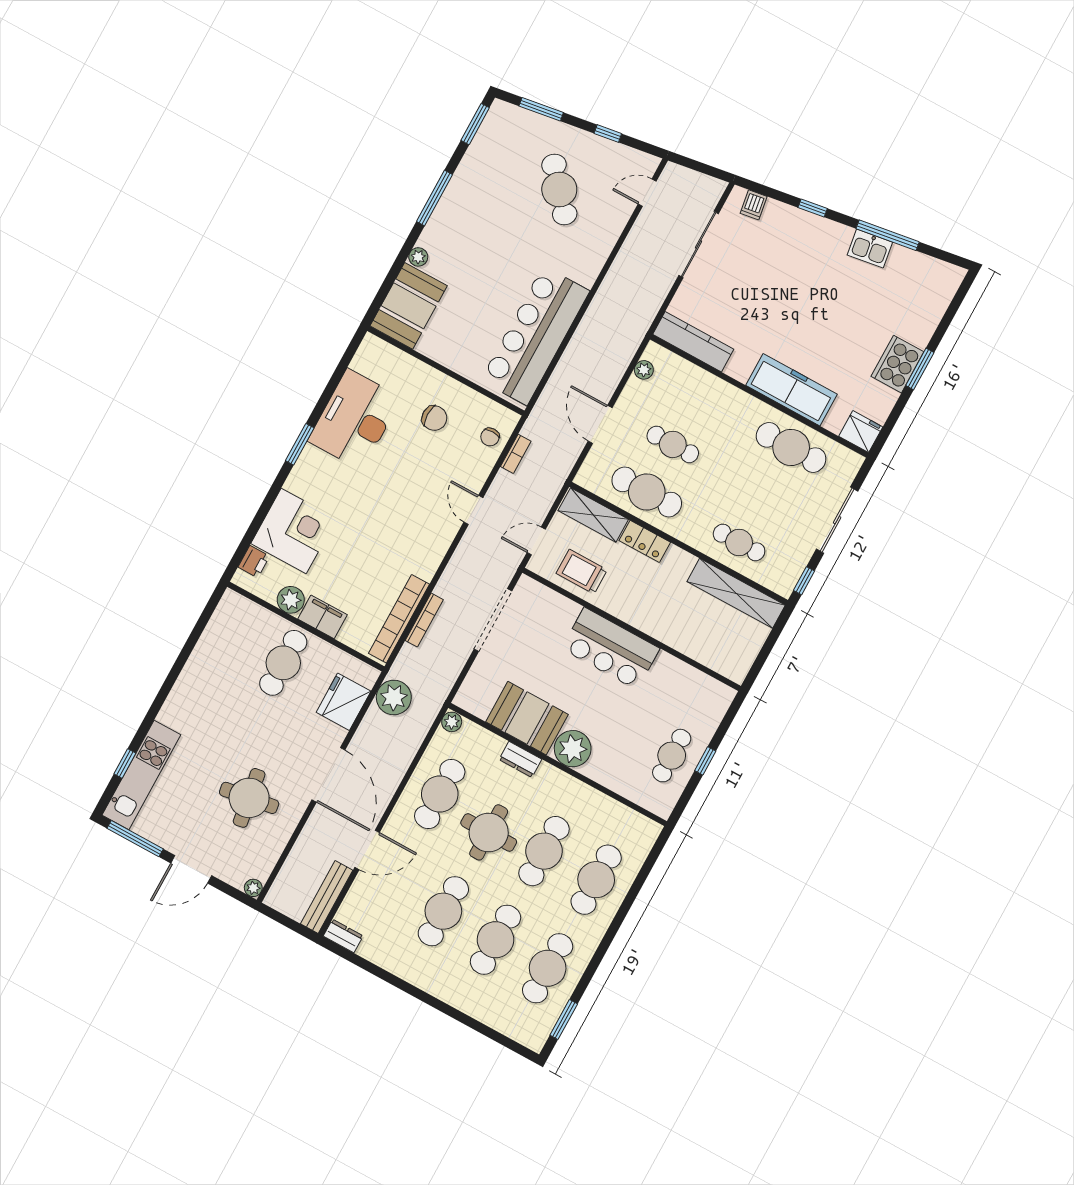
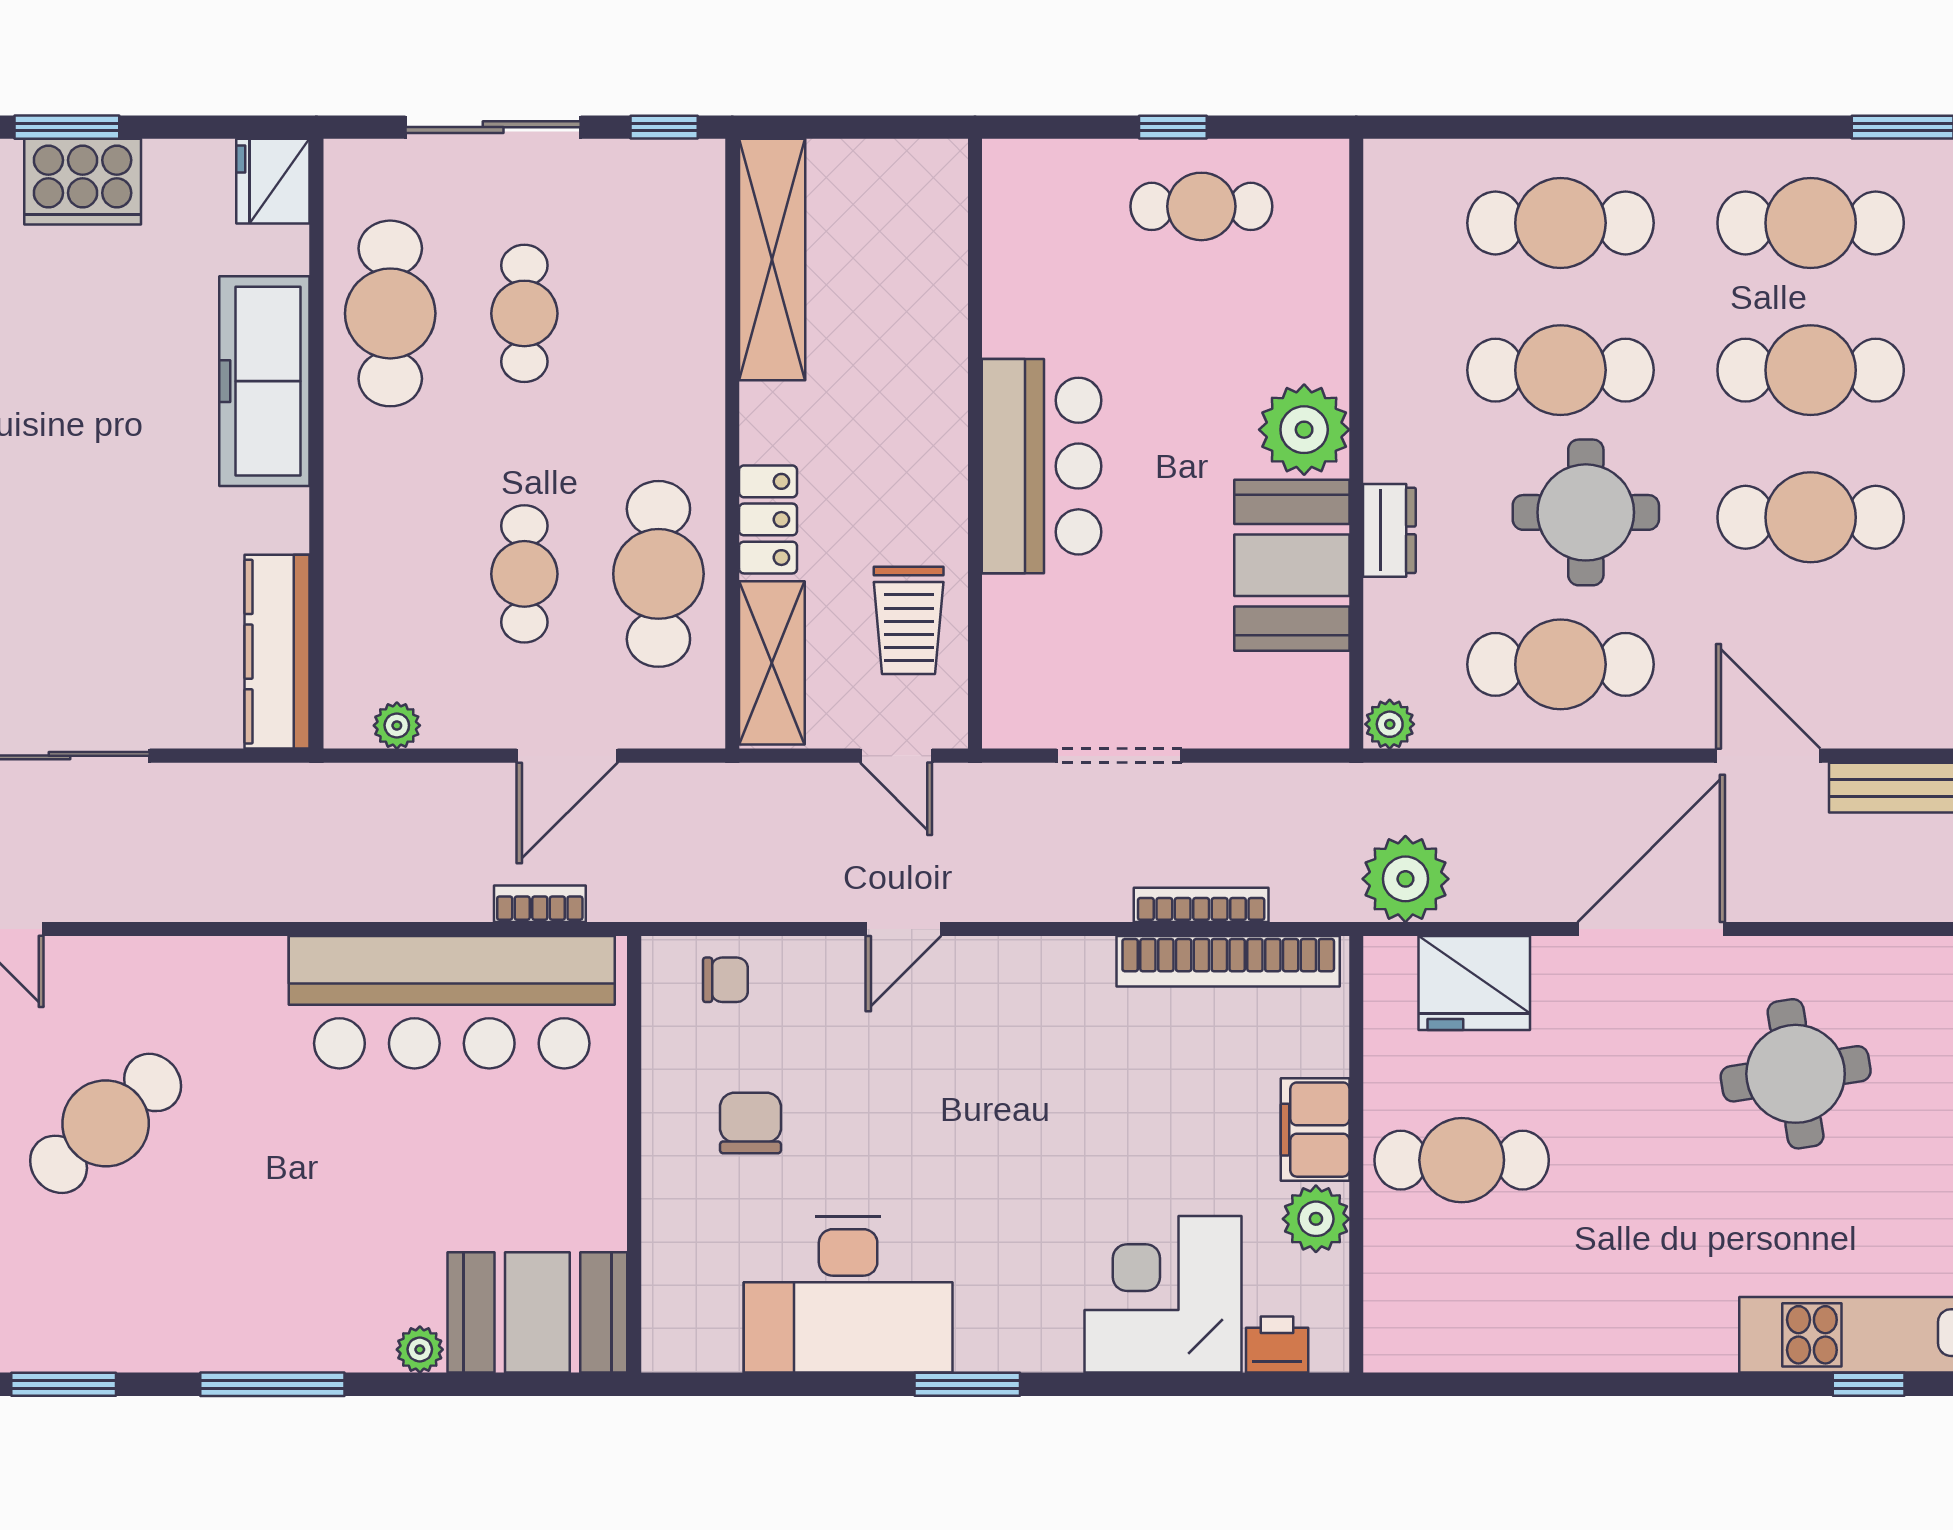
bookcase: (516, 454) -> (540, 904), moved
cafe table: (739, 542) -> (524, 313), moved
doorway: (493, 620) -> (1119, 756), width x0.73

